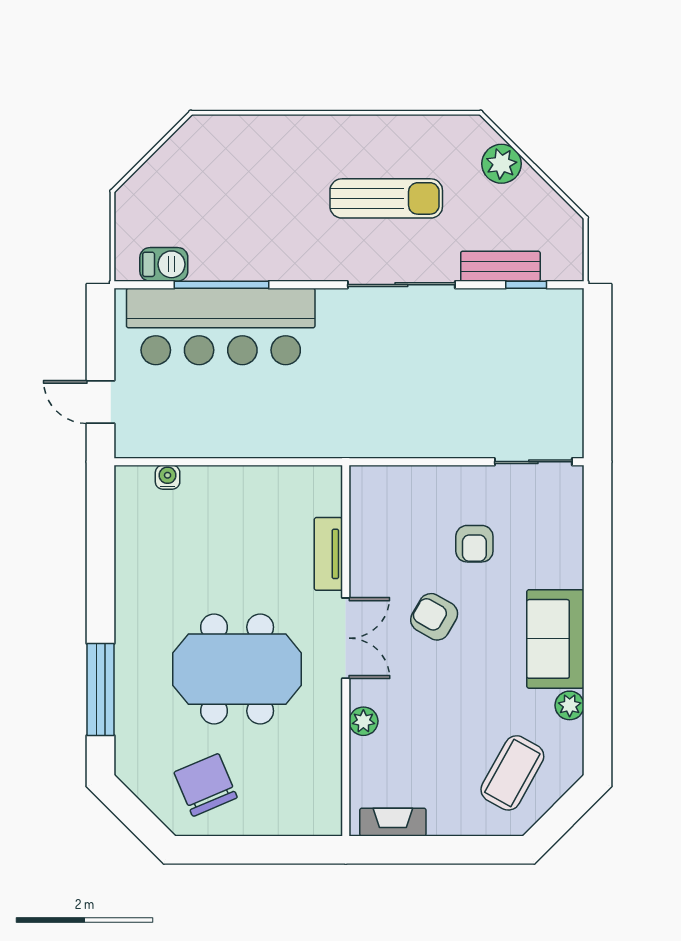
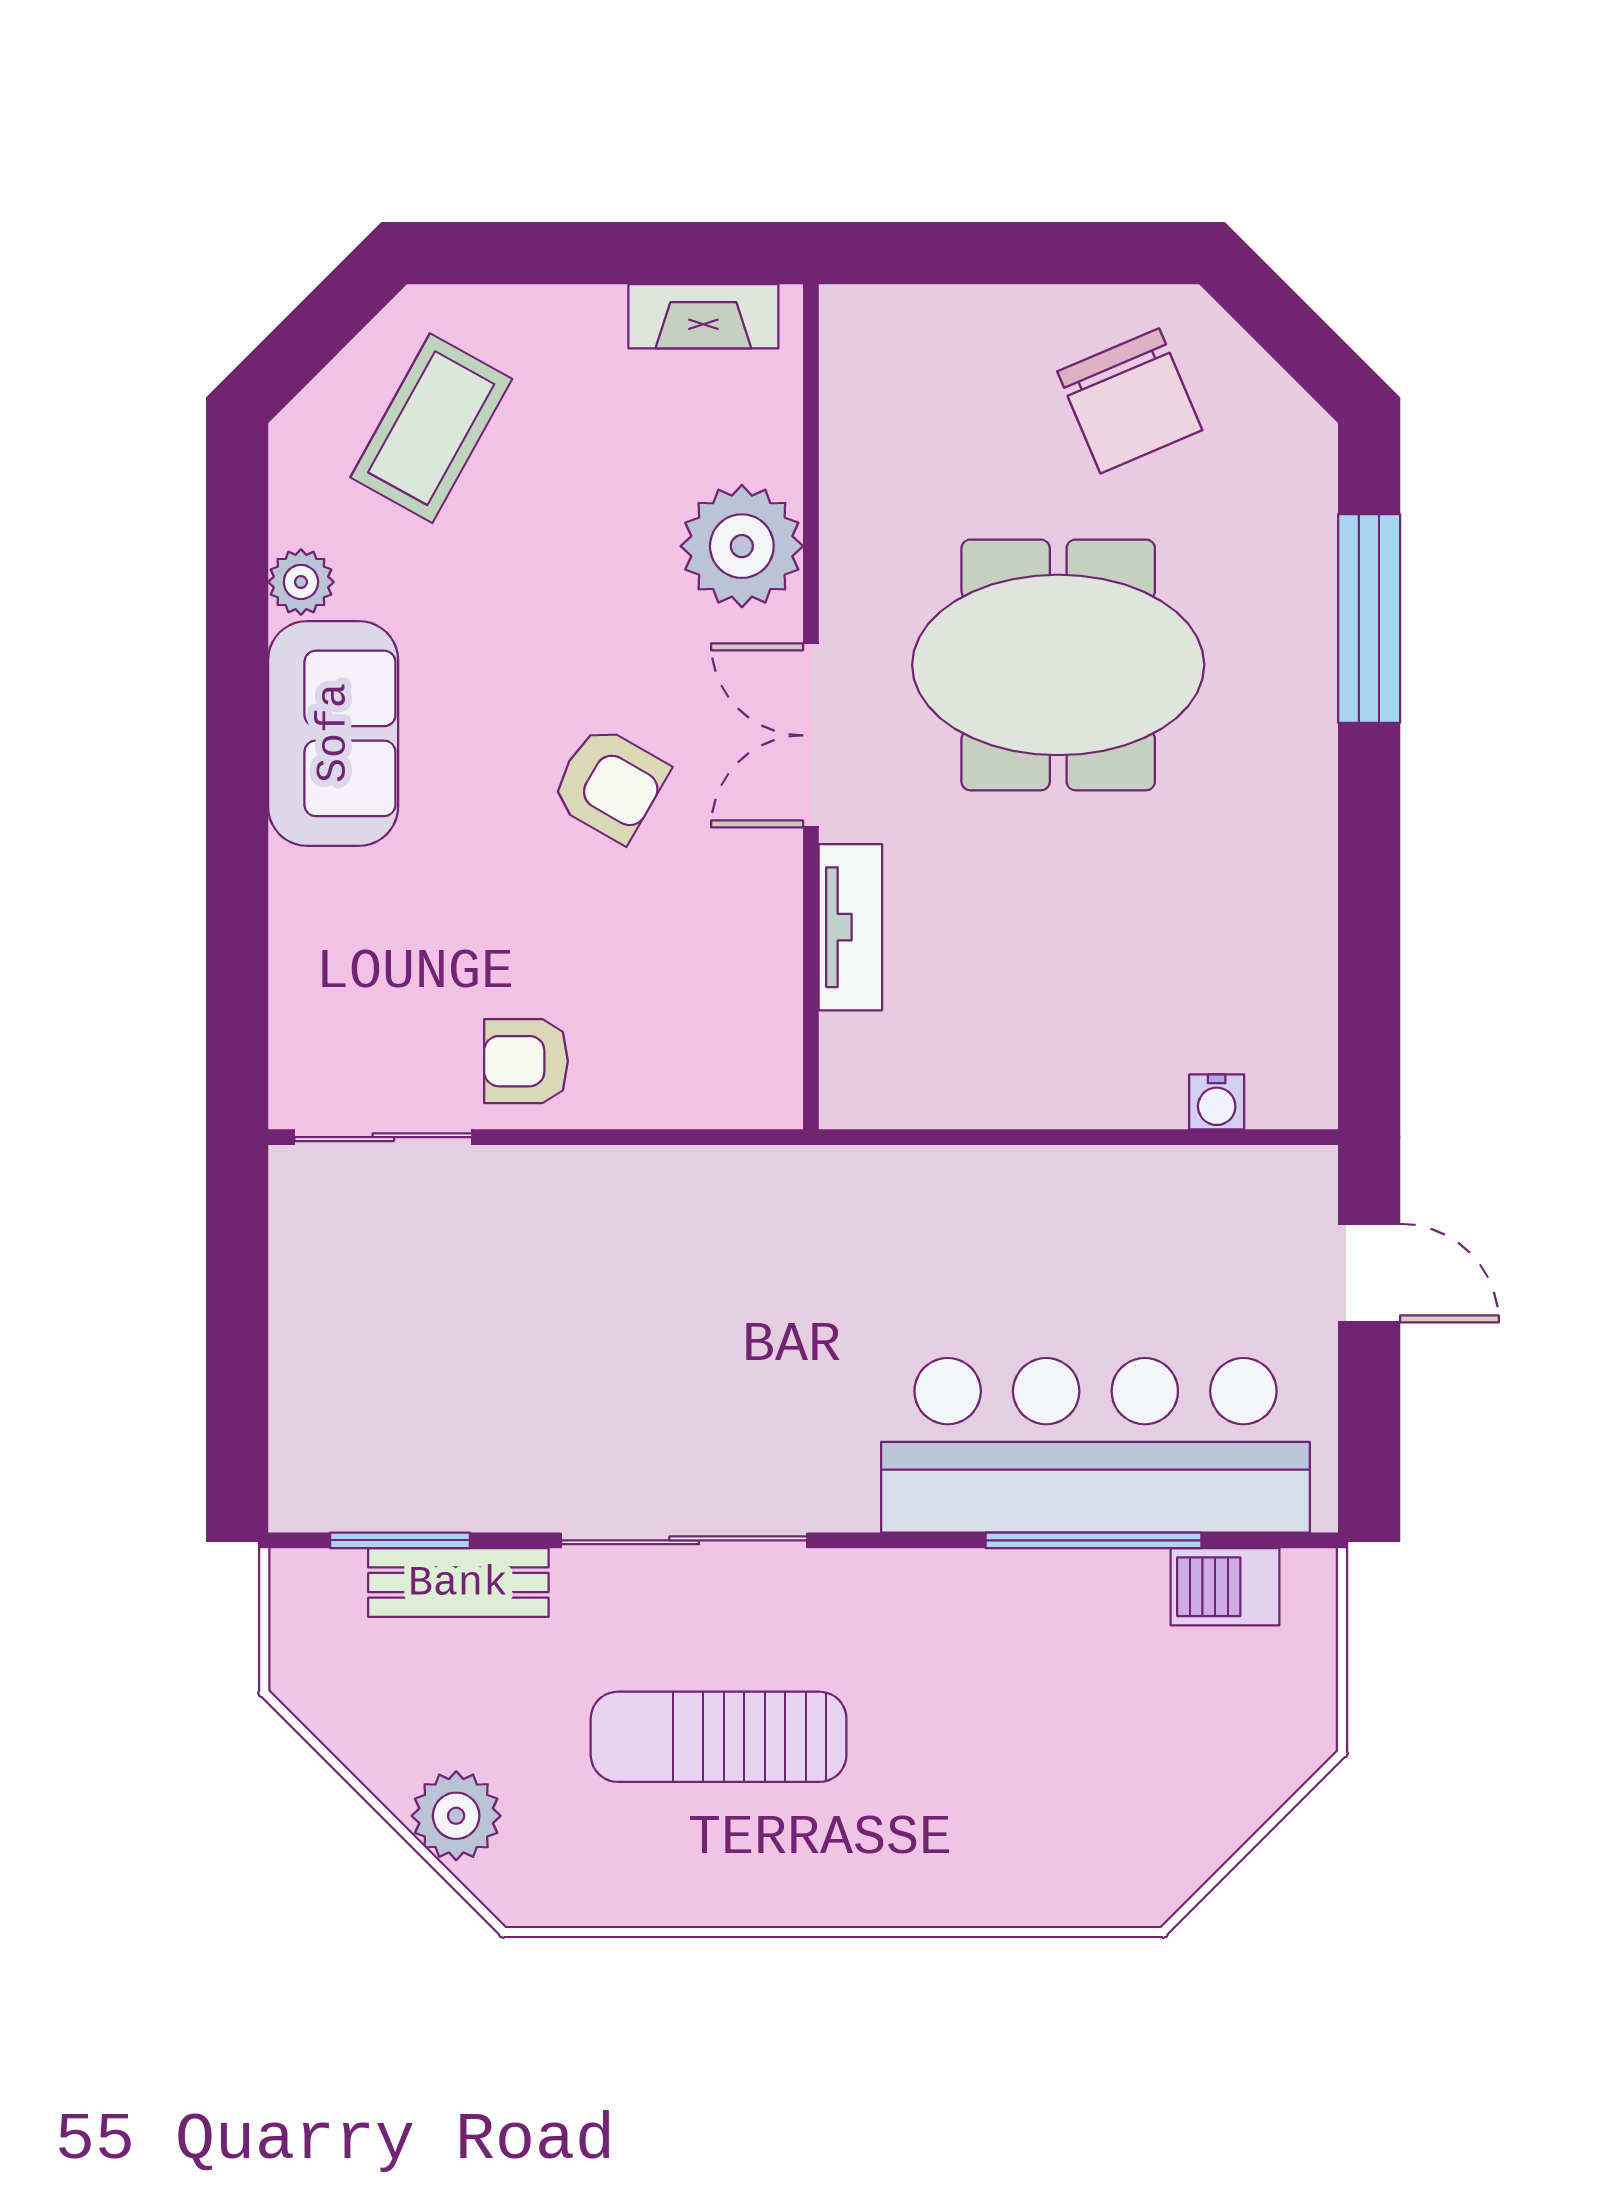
window: (526, 285) -> (400, 1540), width x1.50
armchair: (474, 544) -> (526, 1061), moved, turned -90
plant: (363, 721) -> (742, 546), width x1.88, depth x1.88

